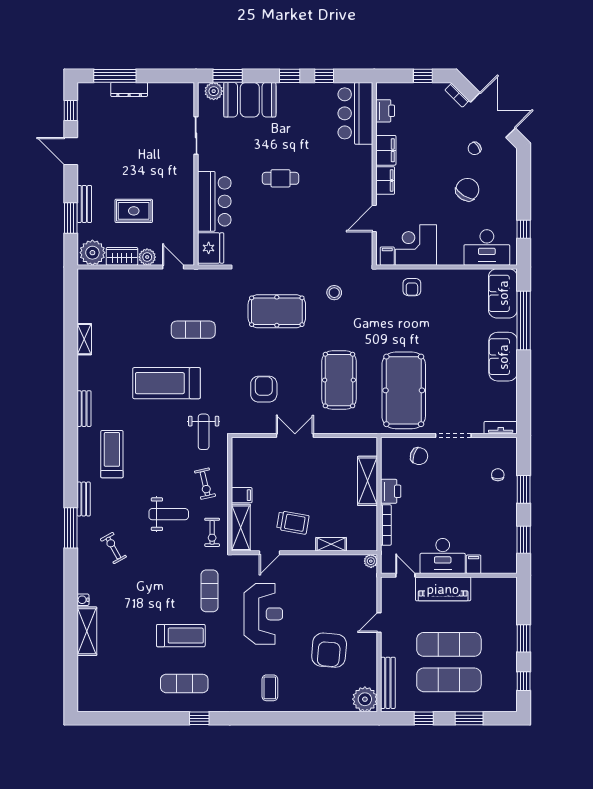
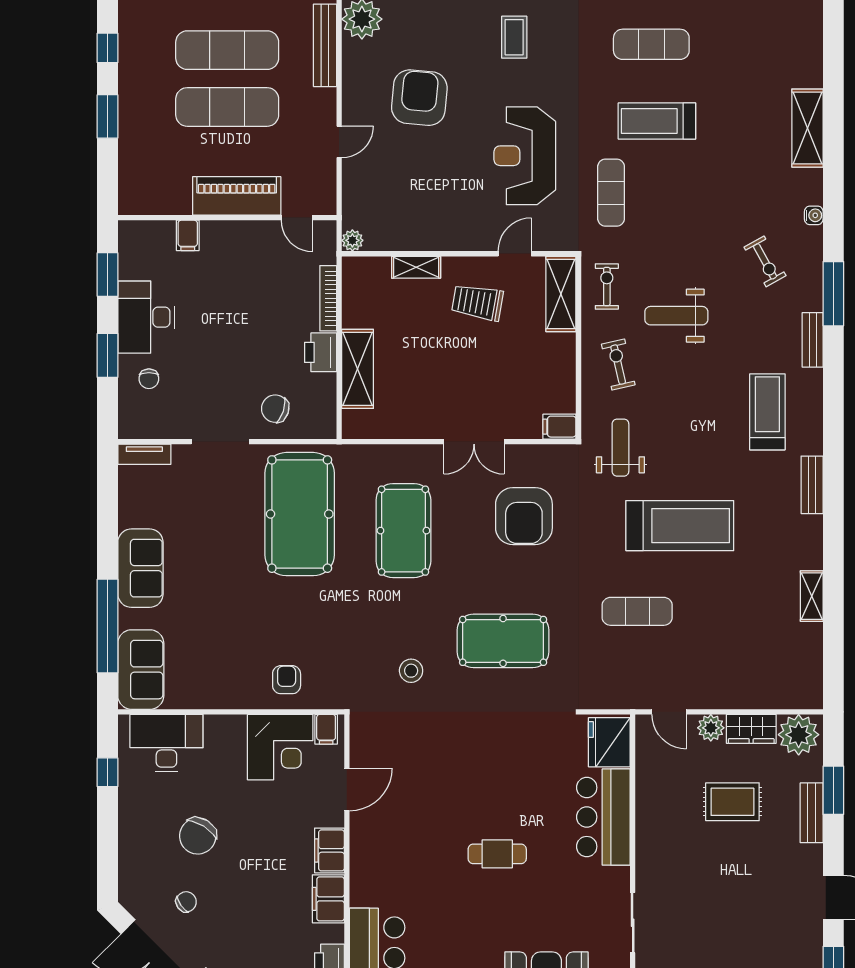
armchair: (264, 389) -> (524, 516), width x1.36, depth x1.36
treadmill: (112, 454) -> (767, 412), turned 180
filing cabinet: (242, 495) -> (559, 427), moved
desk: (443, 556) -> (146, 317), moved, turned -90
water cooler: (83, 600) -> (814, 215), moved

